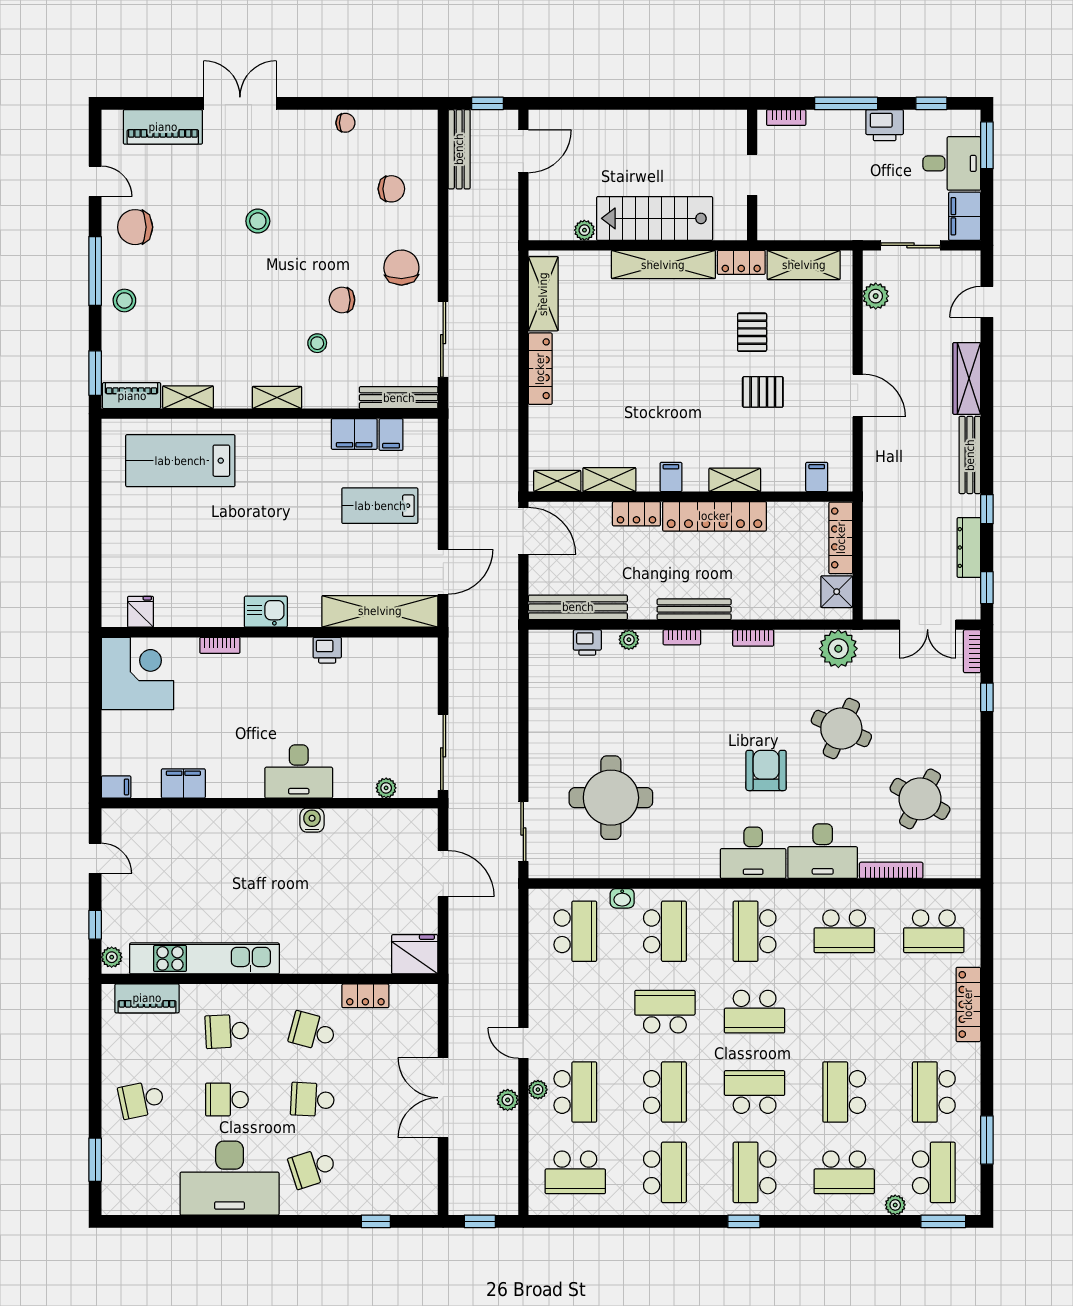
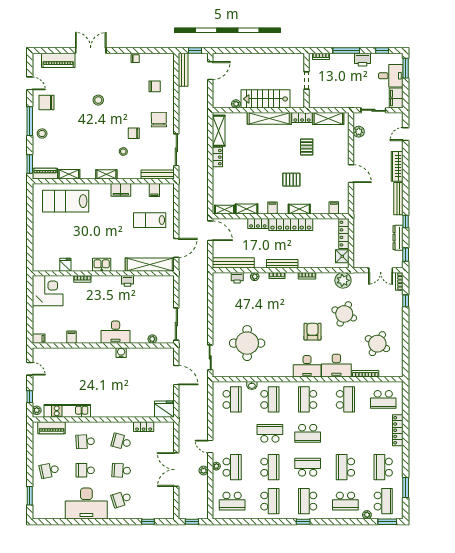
locker: (540, 369) -> (217, 157), width x0.66
pallet: (763, 392) -> (291, 180), moved
filing cabinet: (354, 434) -> (121, 190), moved
fridge: (141, 612) -> (65, 265), moved
filing cabinet: (183, 783) -> (71, 337), width x0.50
school desk: (844, 931) -> (345, 399), turned -90
kitchen unit: (204, 958) -> (67, 411), width x0.73

